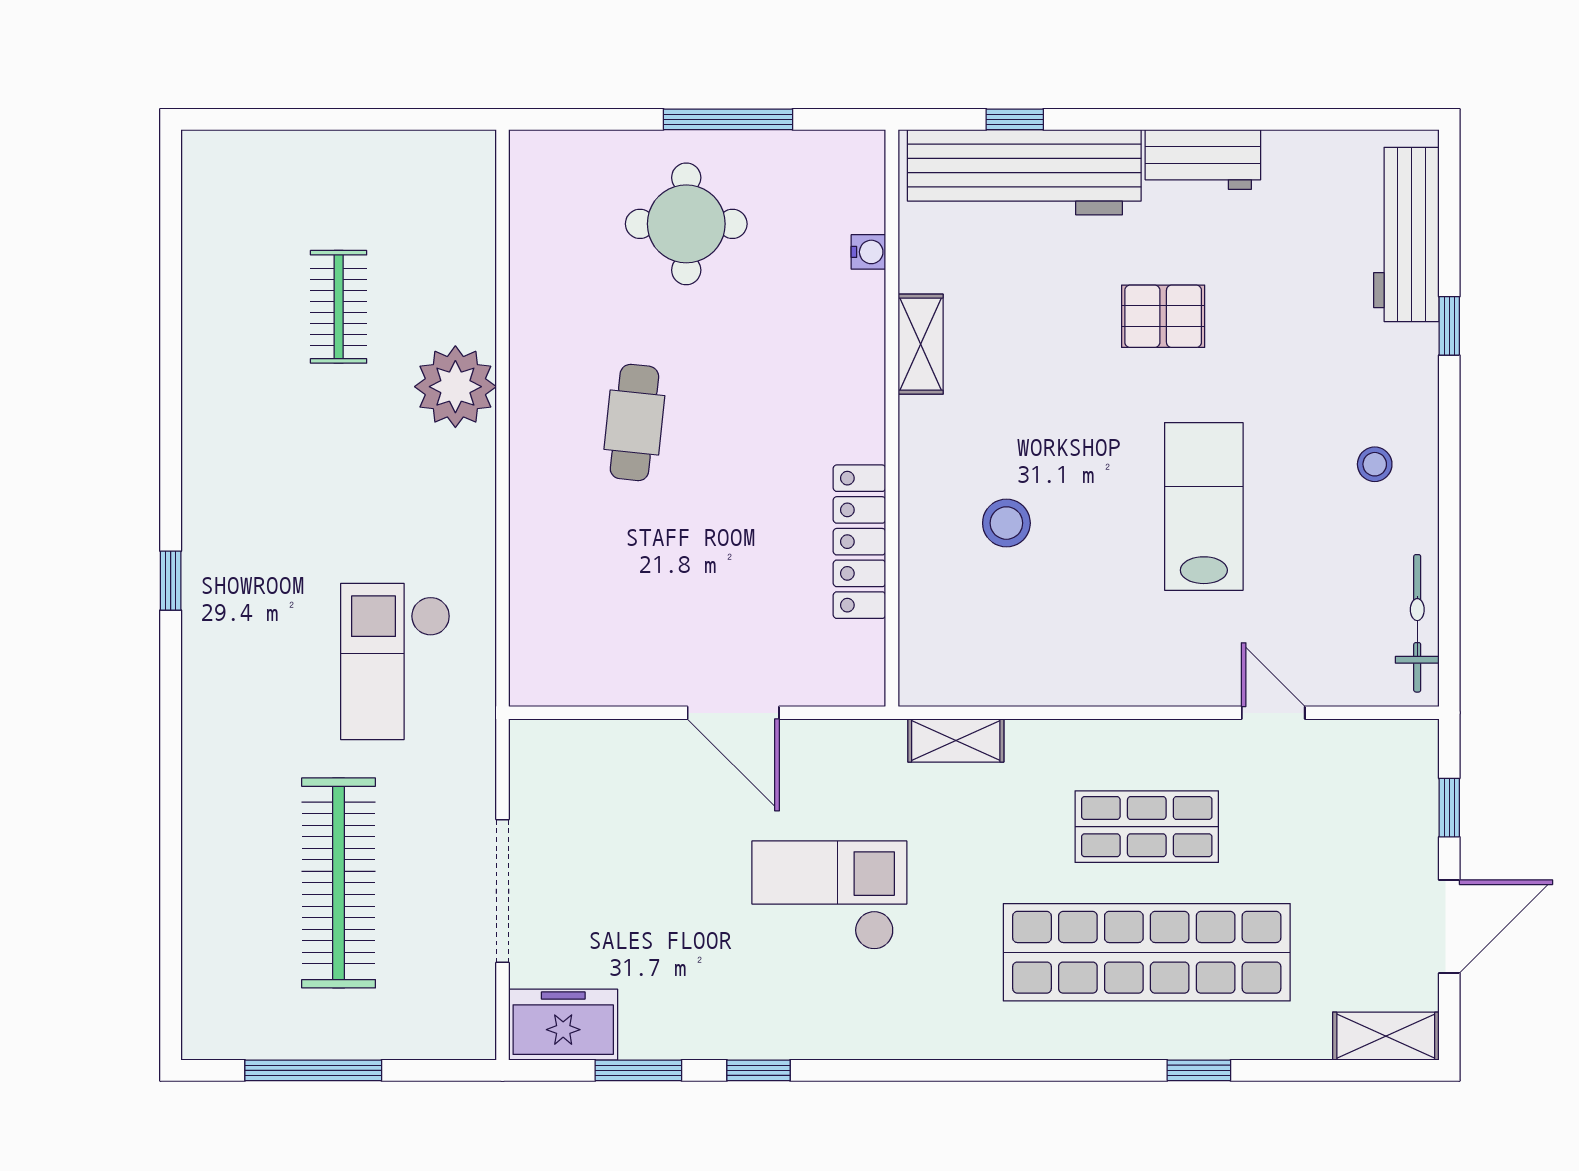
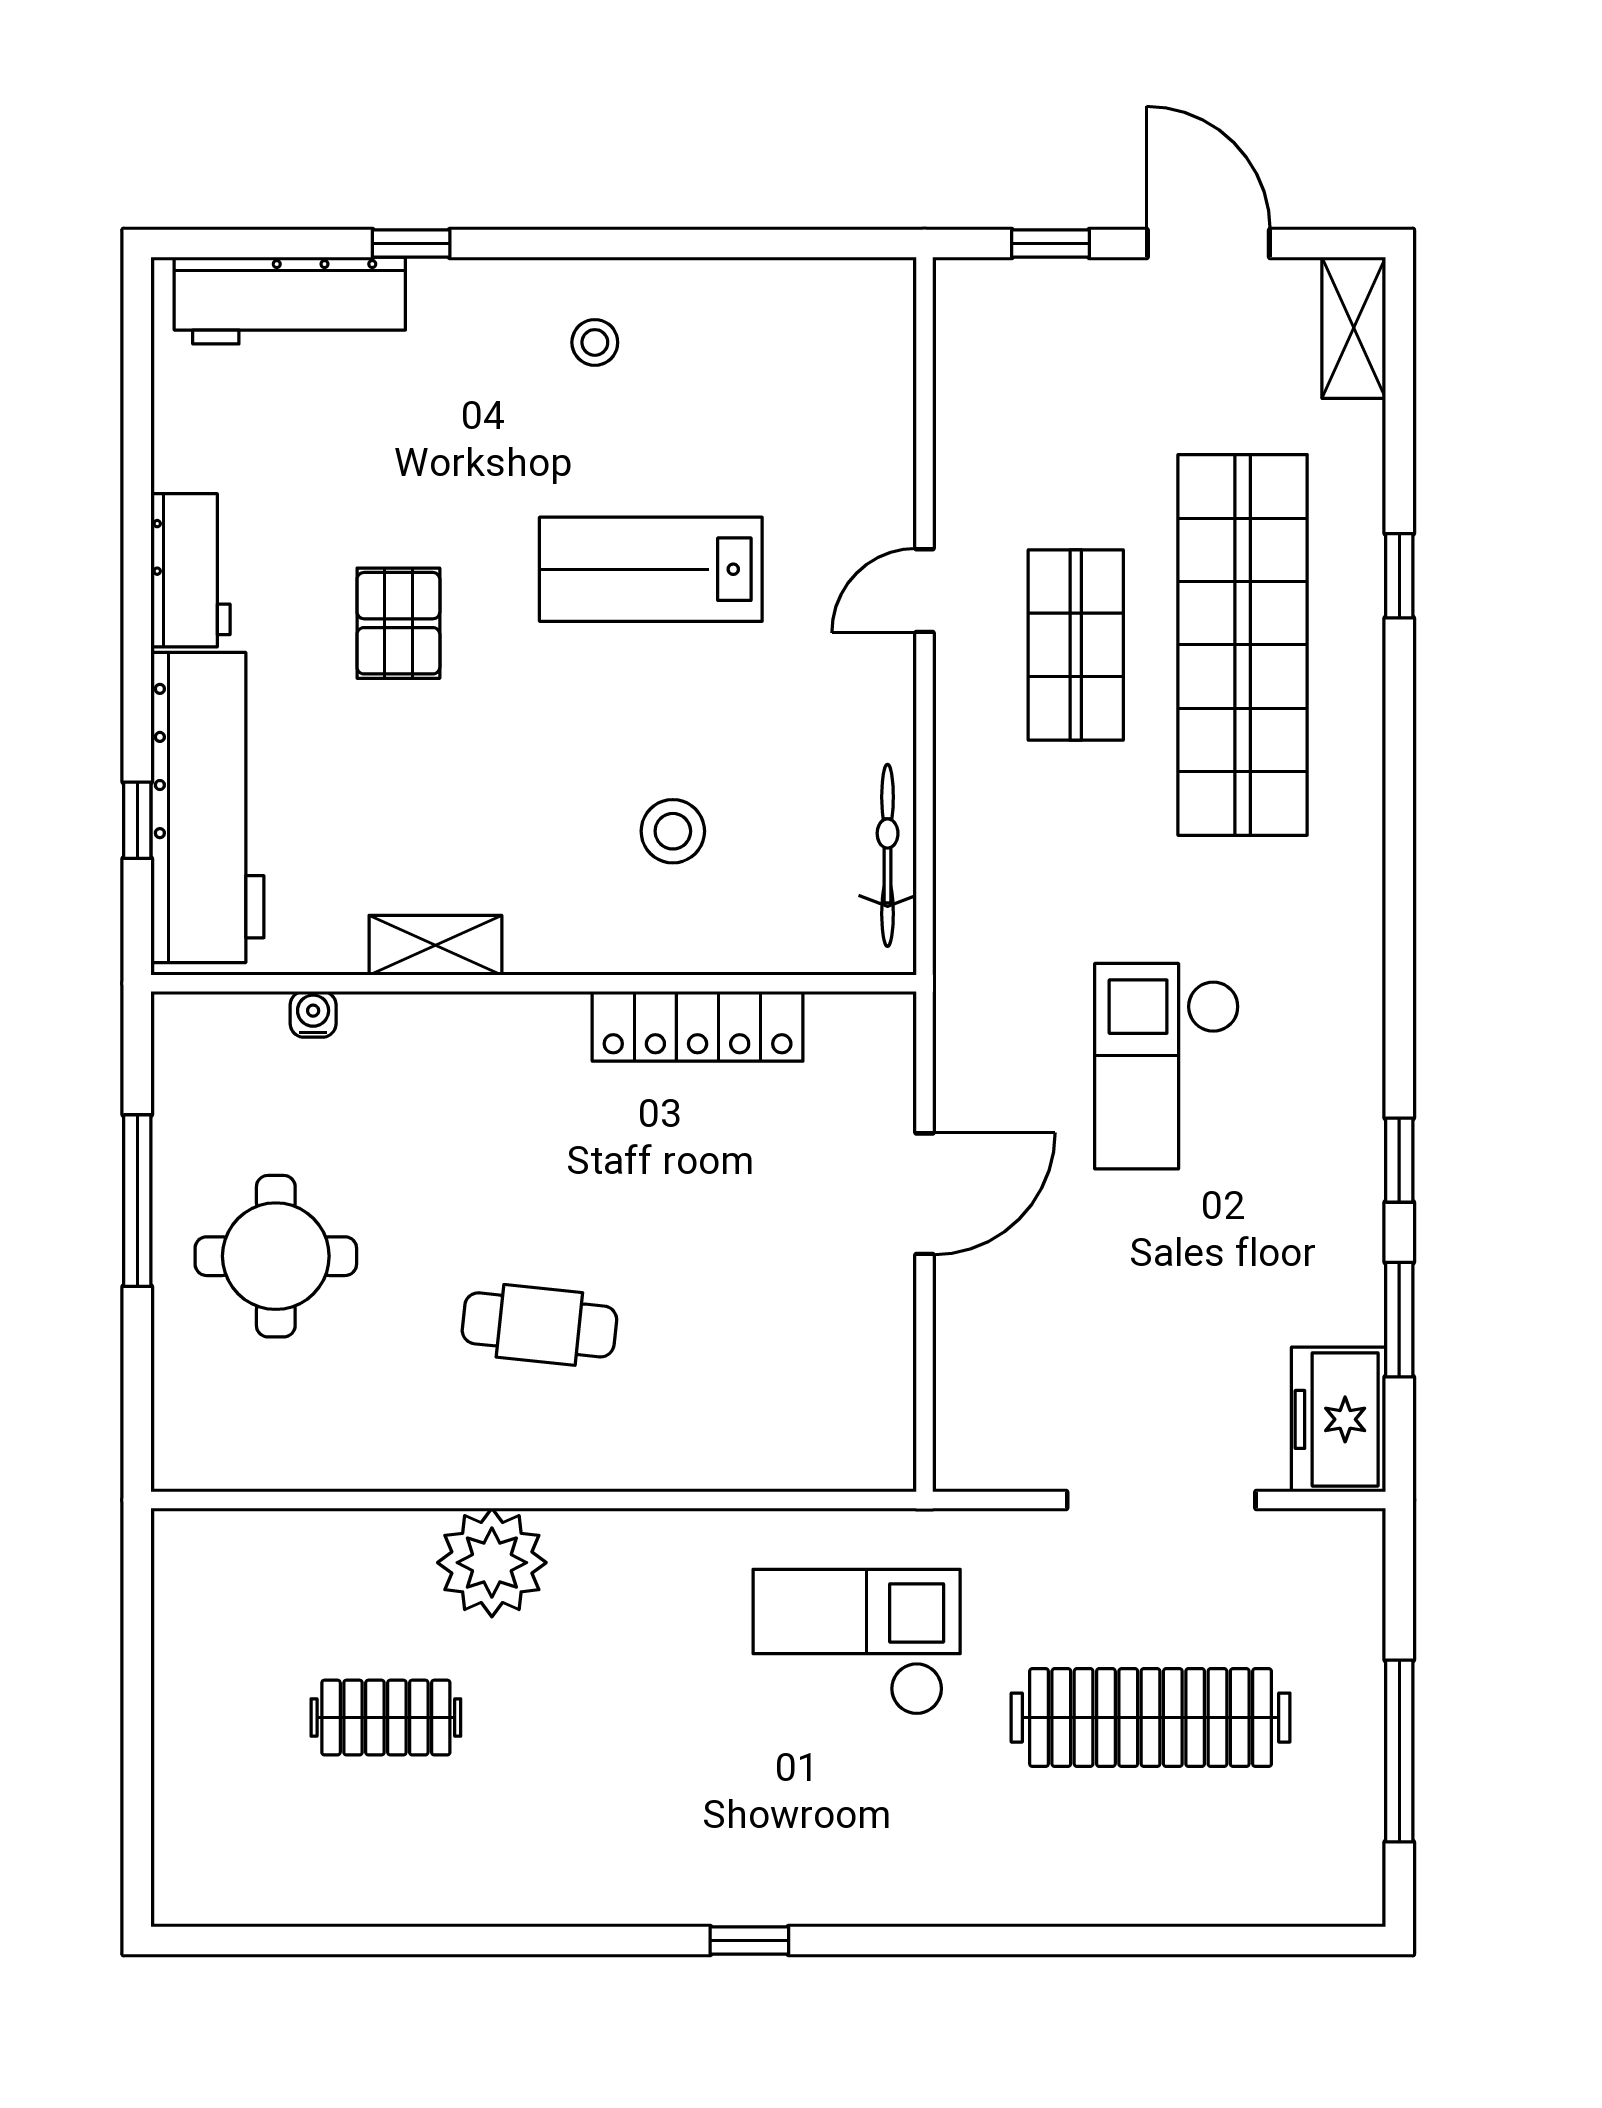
bicycle: (1417, 623) -> (888, 855), moved, turned 90
checkout: (395, 661) -> (857, 1642), turned 180
door: (1273, 713) -> (925, 591), moved
shelving: (956, 740) -> (961, 898), removed

